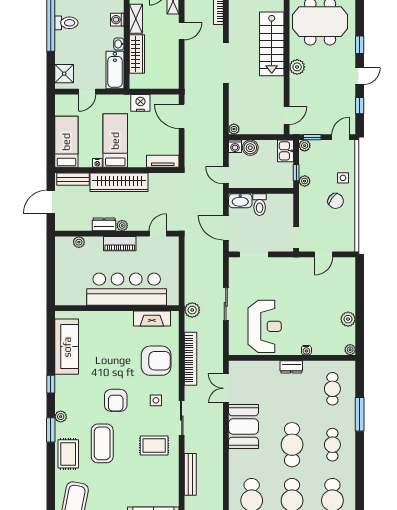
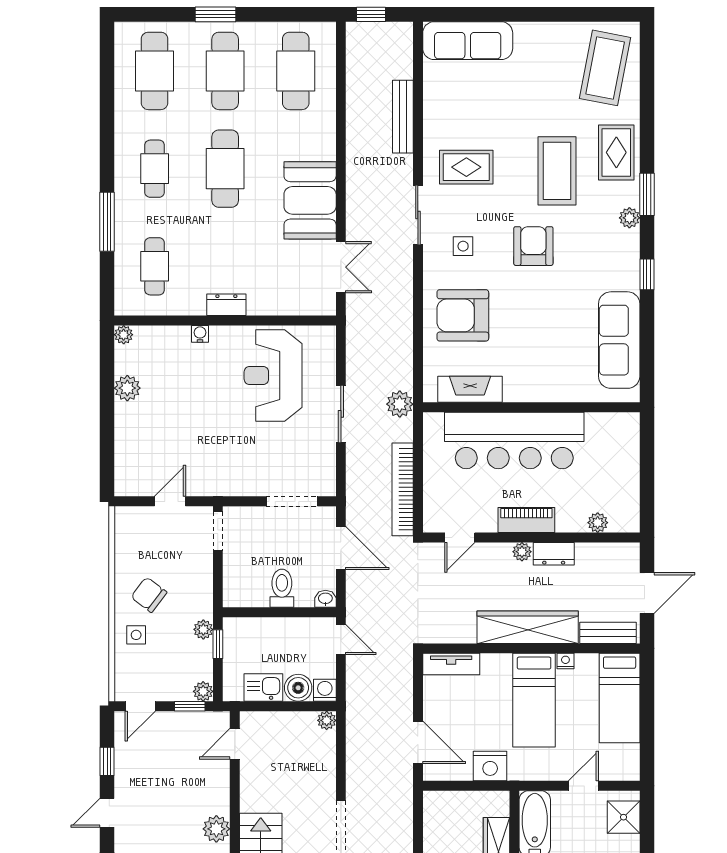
kitchen sink: (285, 151) -> (263, 687), moved, turned -90
washbasin: (240, 201) -> (325, 599), width x0.52, depth x0.69
bookcase: (191, 359) -> (403, 489), moved

